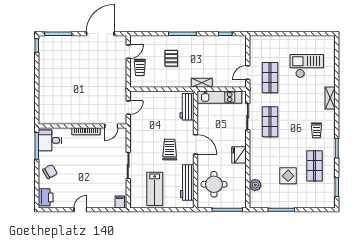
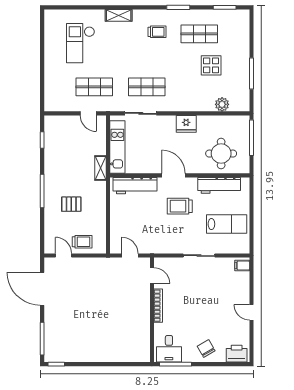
workbench: (187, 107) -> (135, 186), width x1.38
door: (196, 144) -> (174, 175), hinge flipped

